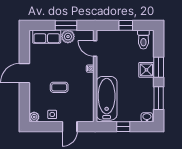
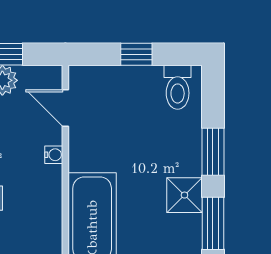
shower: (146, 70) -> (184, 195), moved

